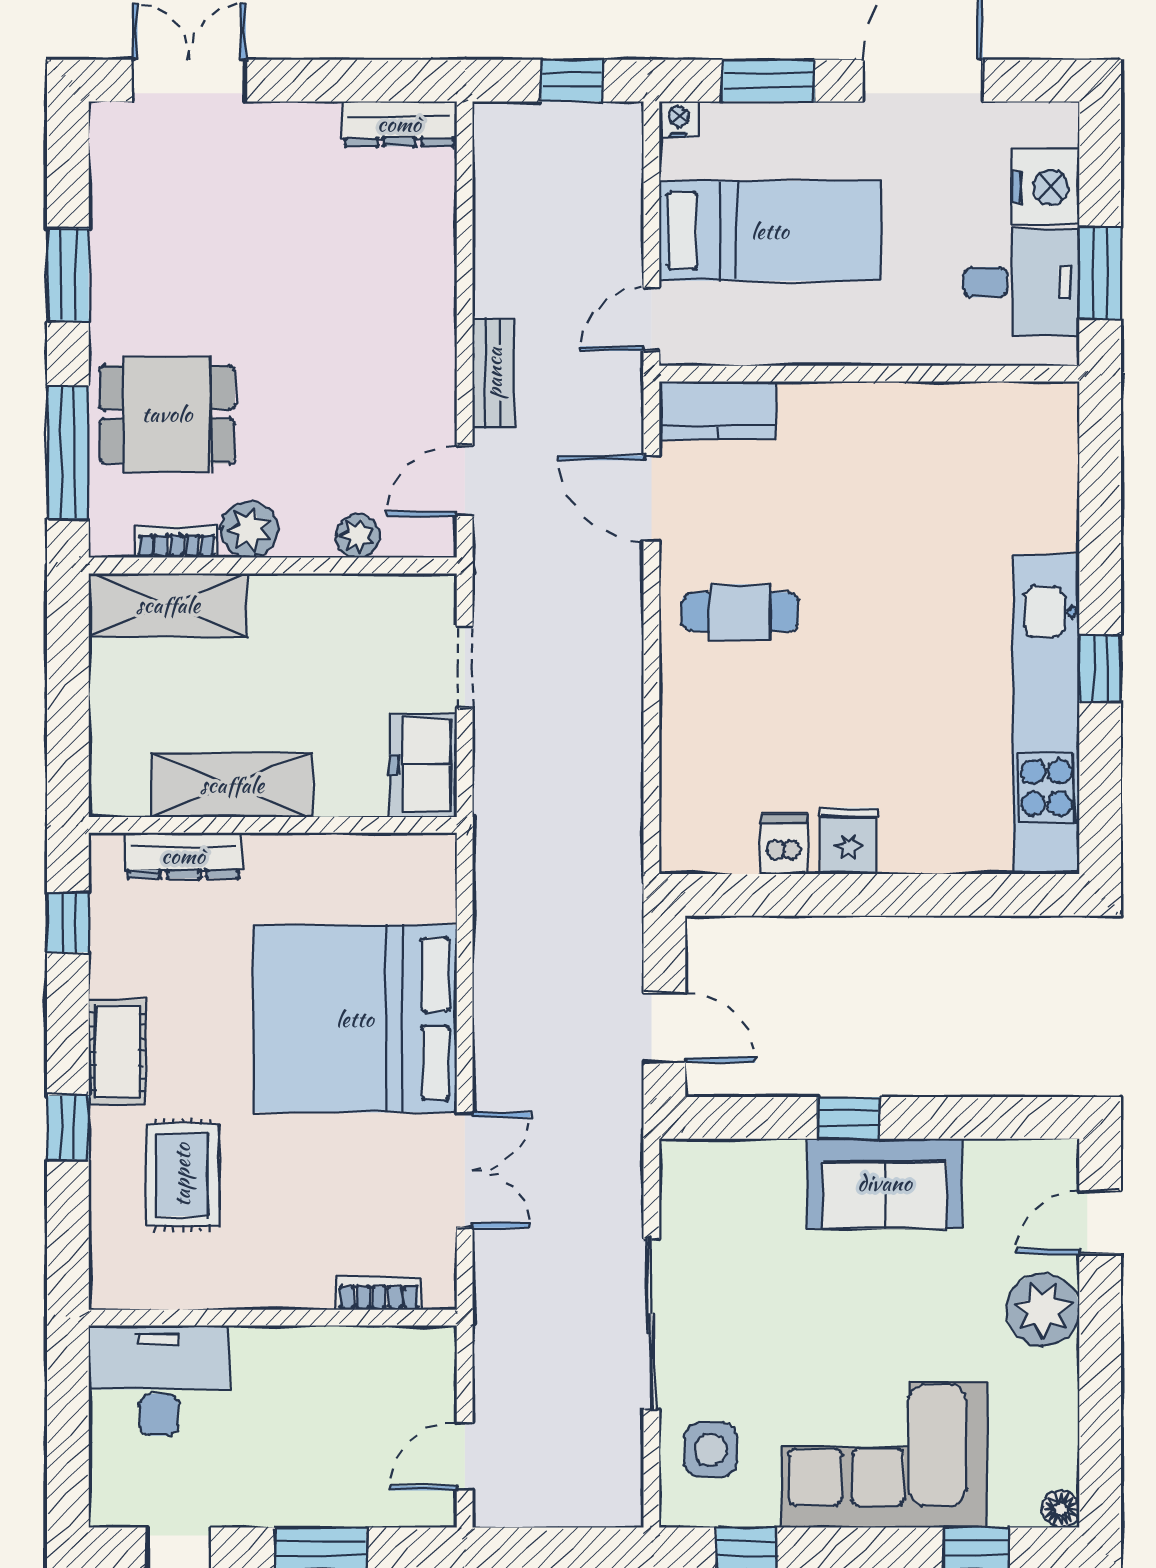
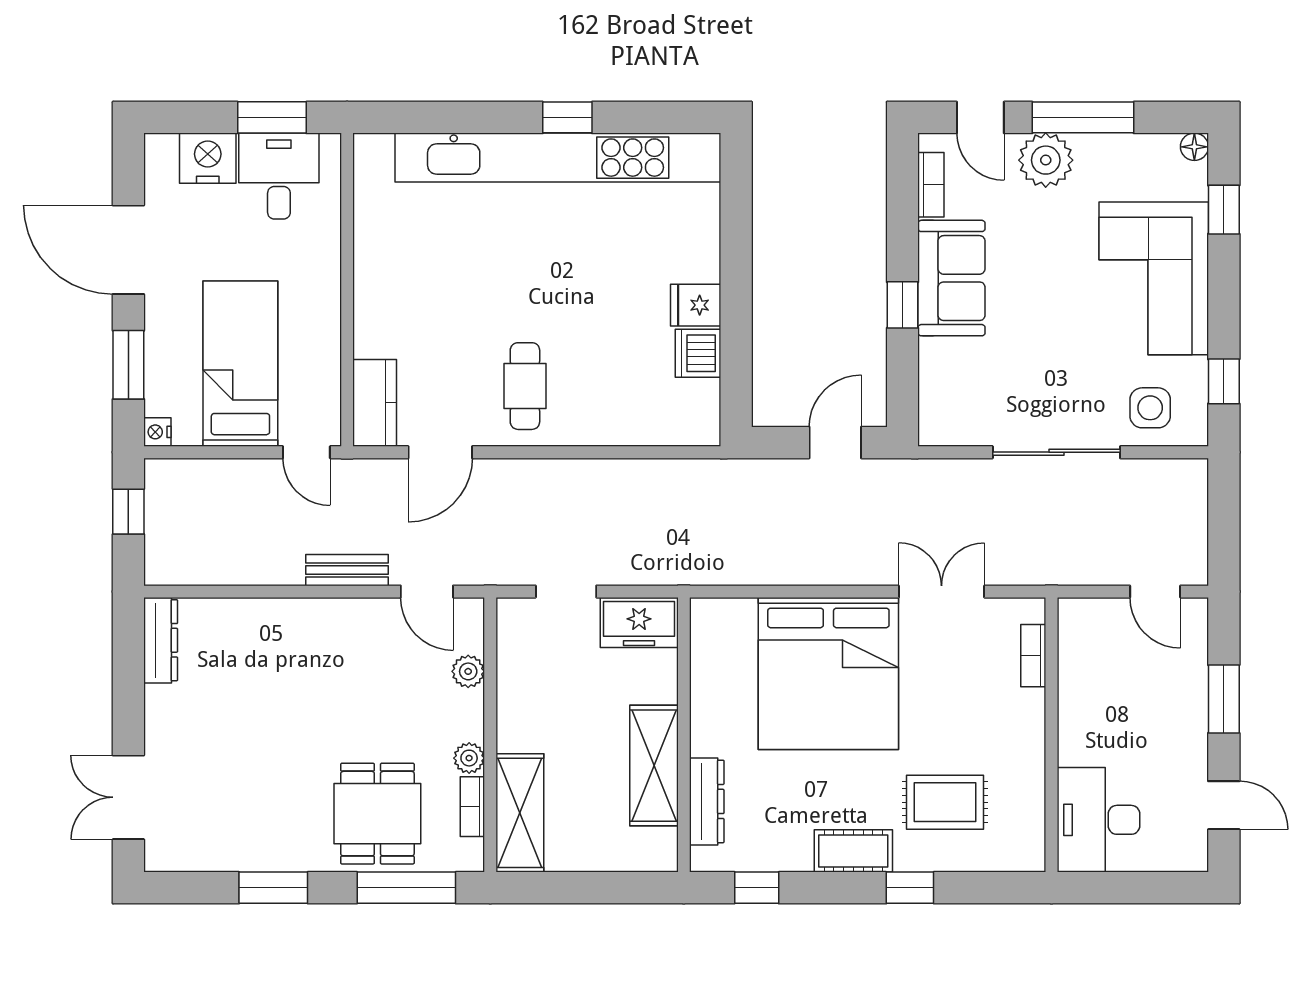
plant: (249, 529) -> (469, 758), width x0.73, depth x0.73
kitchen unit: (1046, 714) -> (558, 158), width x1.36
dishwasher: (784, 844) -> (698, 353), width x1.38
bookcase: (1010, 1156) -> (931, 185), added
window: (1100, 1360) -> (1083, 117), added

